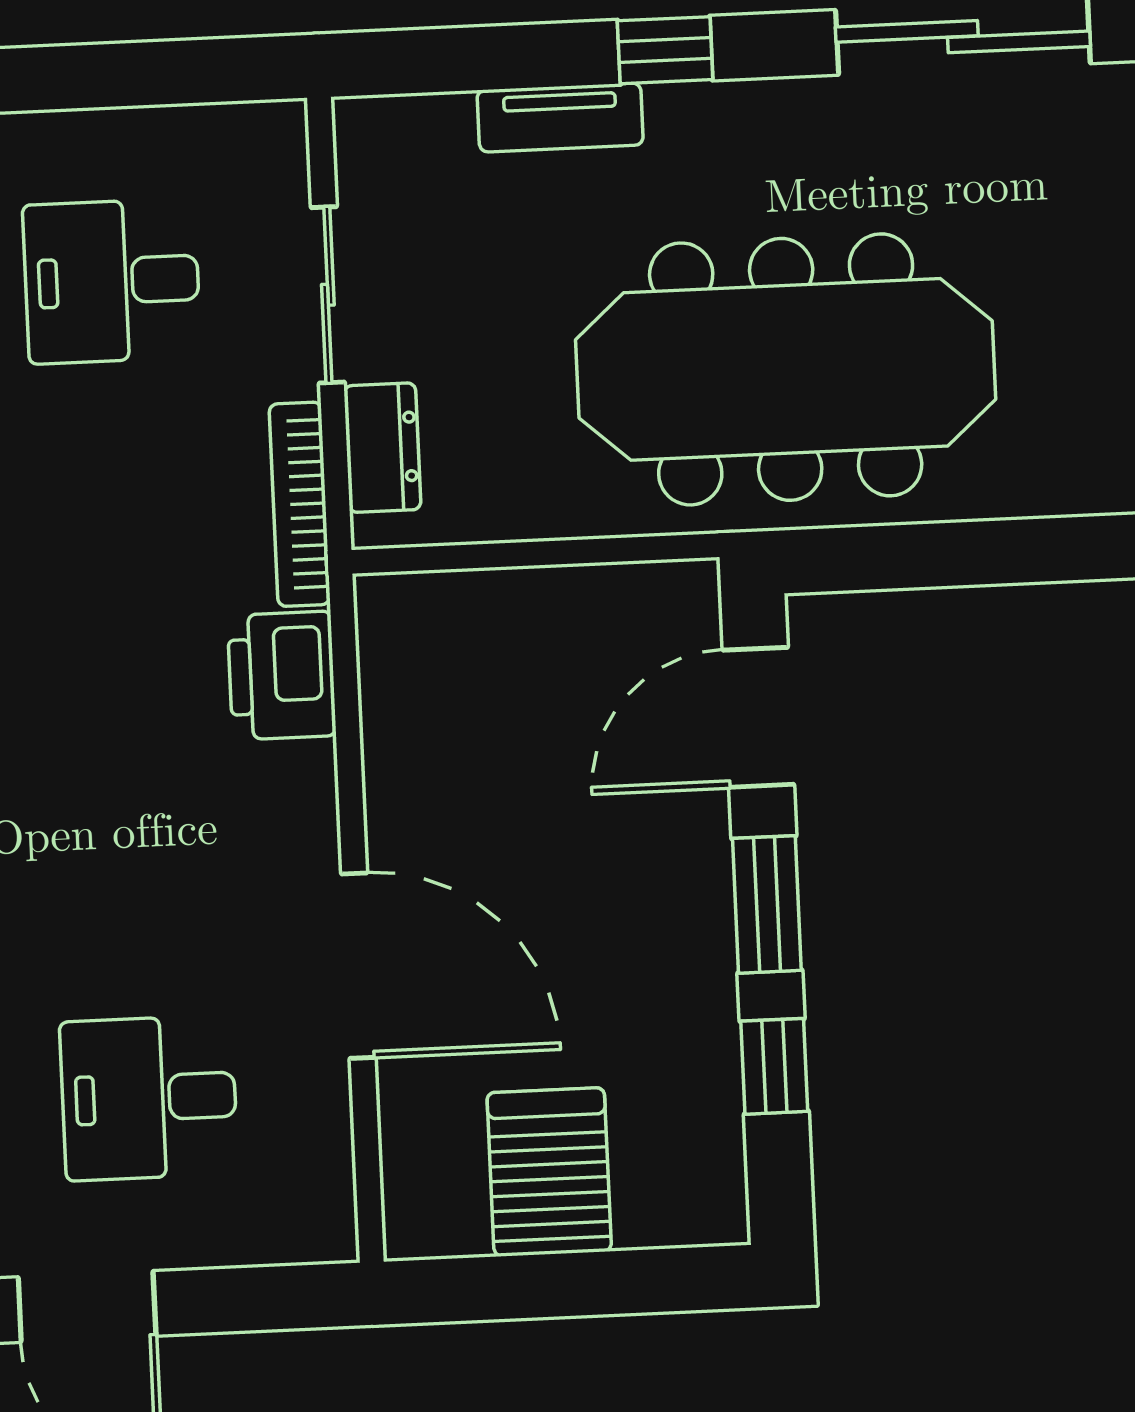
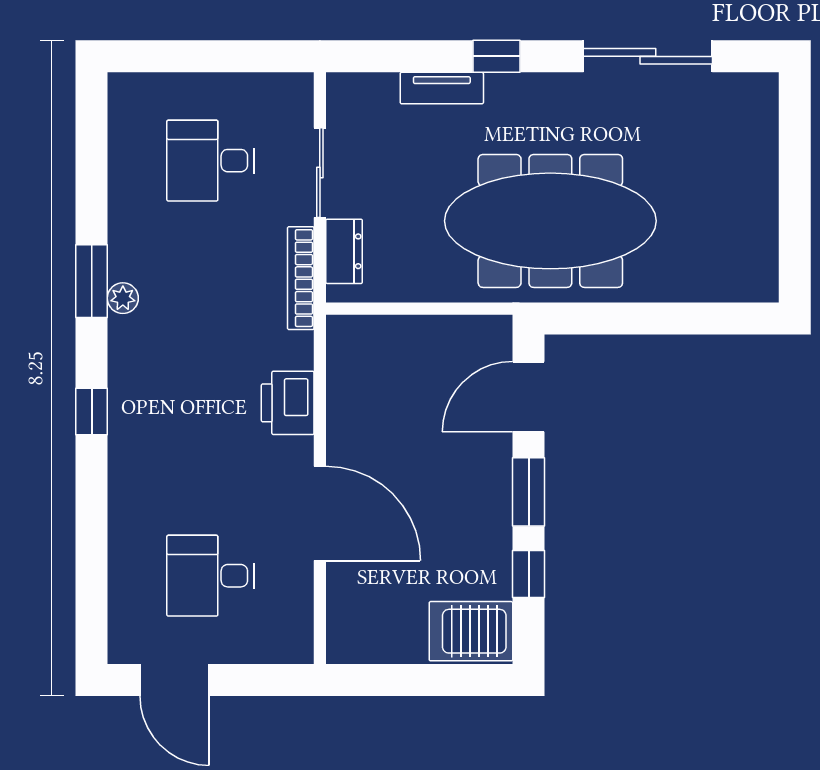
printer: (282, 676) -> (288, 403), moved
server rack: (549, 1172) -> (471, 631), moved, turned -90

